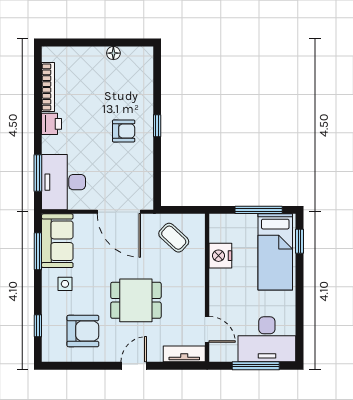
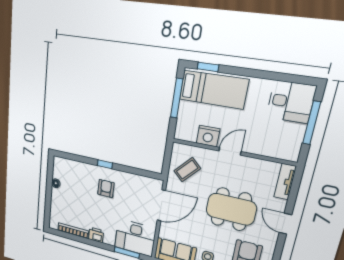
dining table: (136, 300) -> (231, 209), width x1.37
door: (207, 329) -> (230, 151), moved
desk: (267, 339) -> (291, 102), width x0.73

